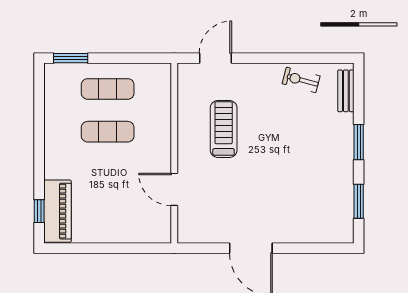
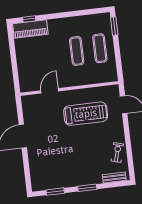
treadmill: (224, 129) -> (86, 114), width x1.37, depth x1.38

